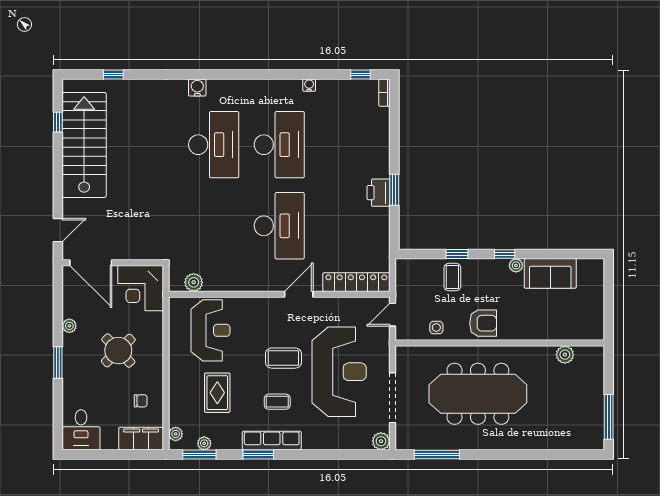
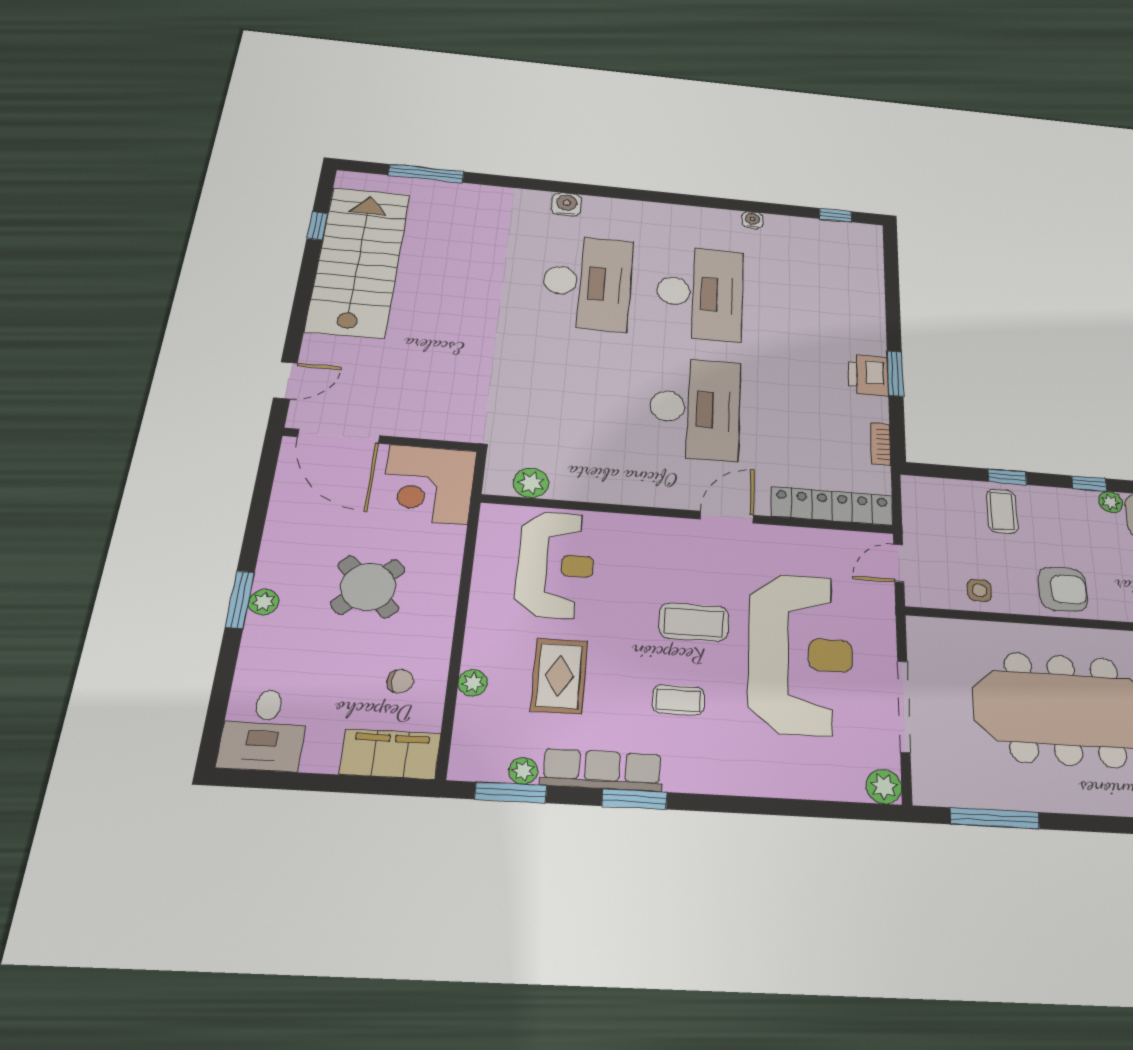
window: (113, 75) -> (426, 173), width x2.17
bookcase: (384, 93) -> (881, 444), moved
plant: (69, 326) -> (264, 602), moved
plant: (176, 434) -> (473, 683), moved
row of seats: (272, 441) -> (602, 770), moved

